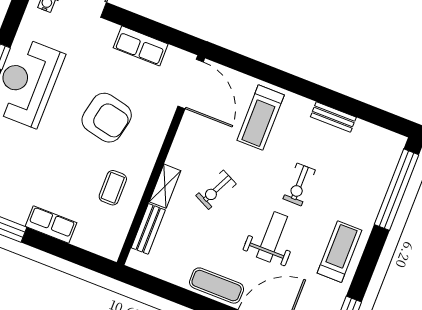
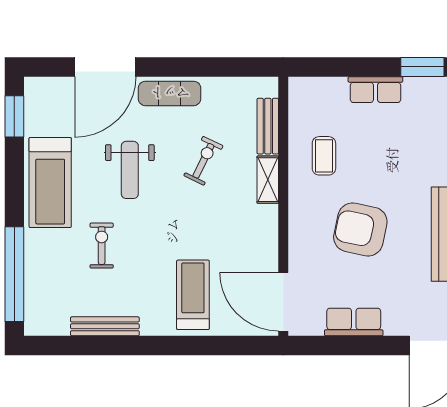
bench: (333, 117) -> (105, 326), width x1.36
exercise bike: (299, 184) -> (102, 246), moved
exercise bike: (216, 190) -> (203, 161), moved
treadmill: (340, 252) -> (50, 183), width x1.37, depth x1.38

